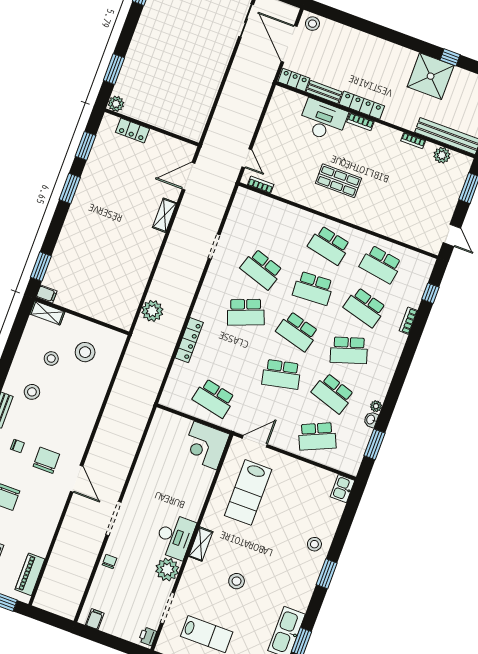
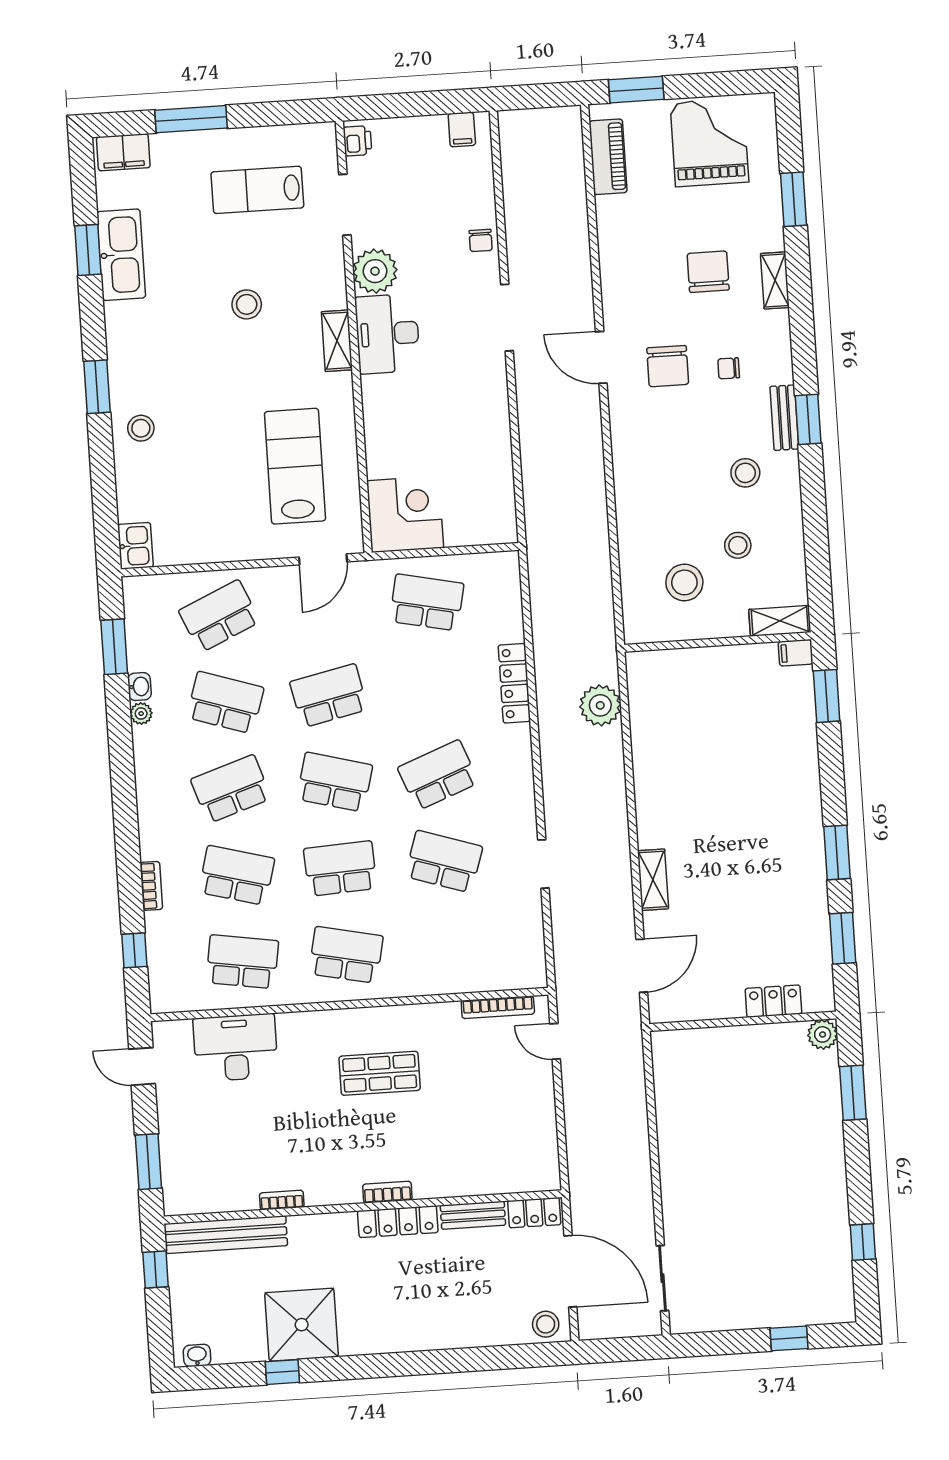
desk: (323, 120) -> (235, 1048), moved, turned 180
plant: (442, 155) -> (221, 1197), removed
bookcase: (261, 185) -> (498, 1007), width x1.56

